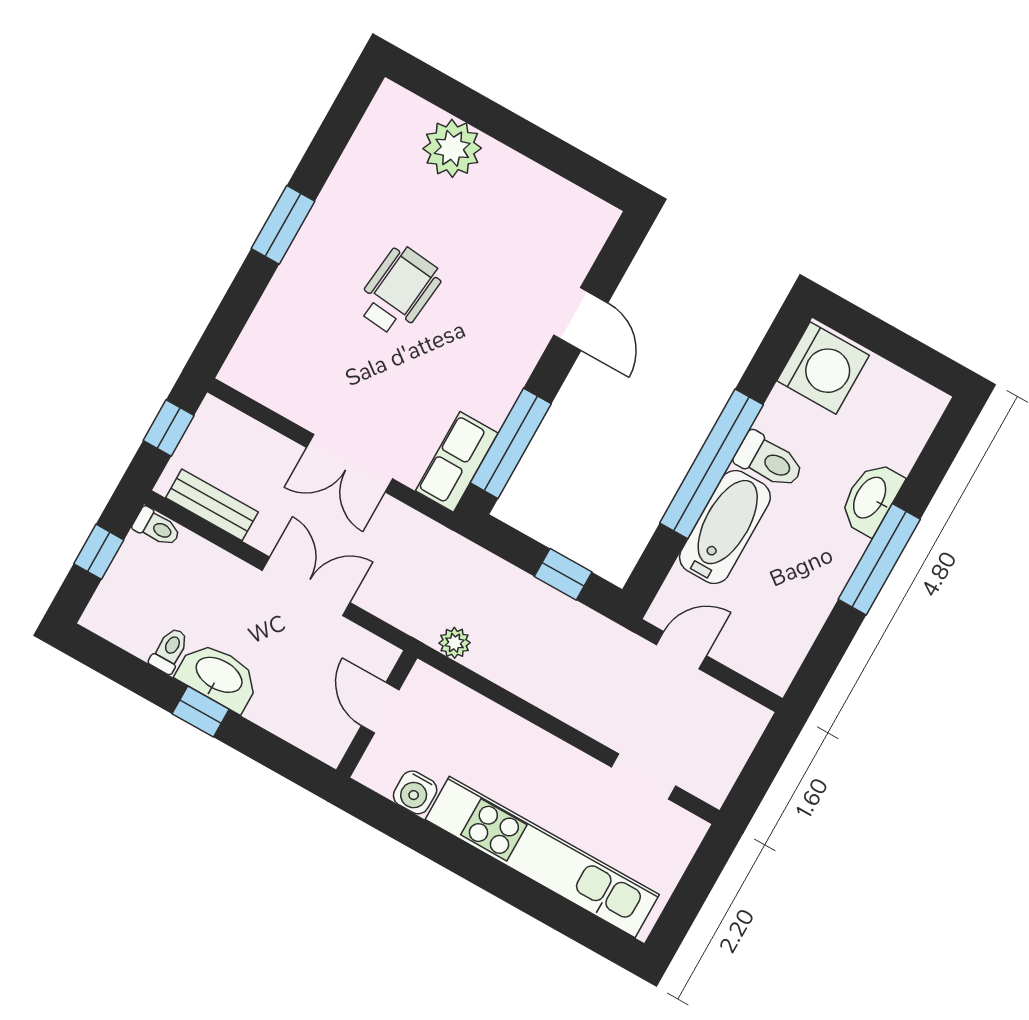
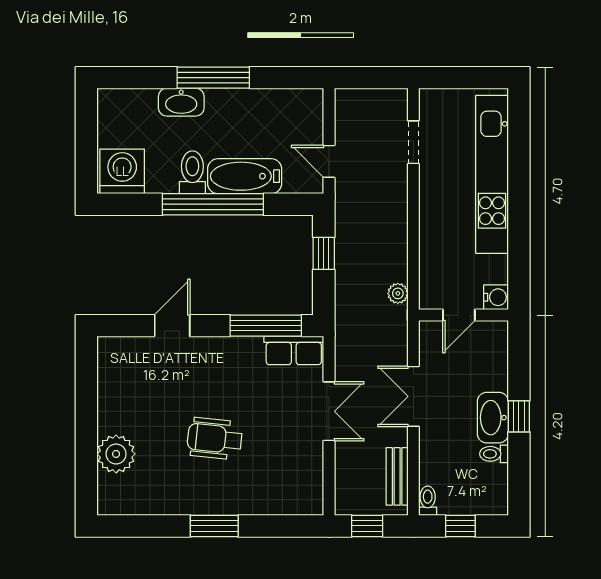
water cooler: (415, 792) -> (496, 297), moved

